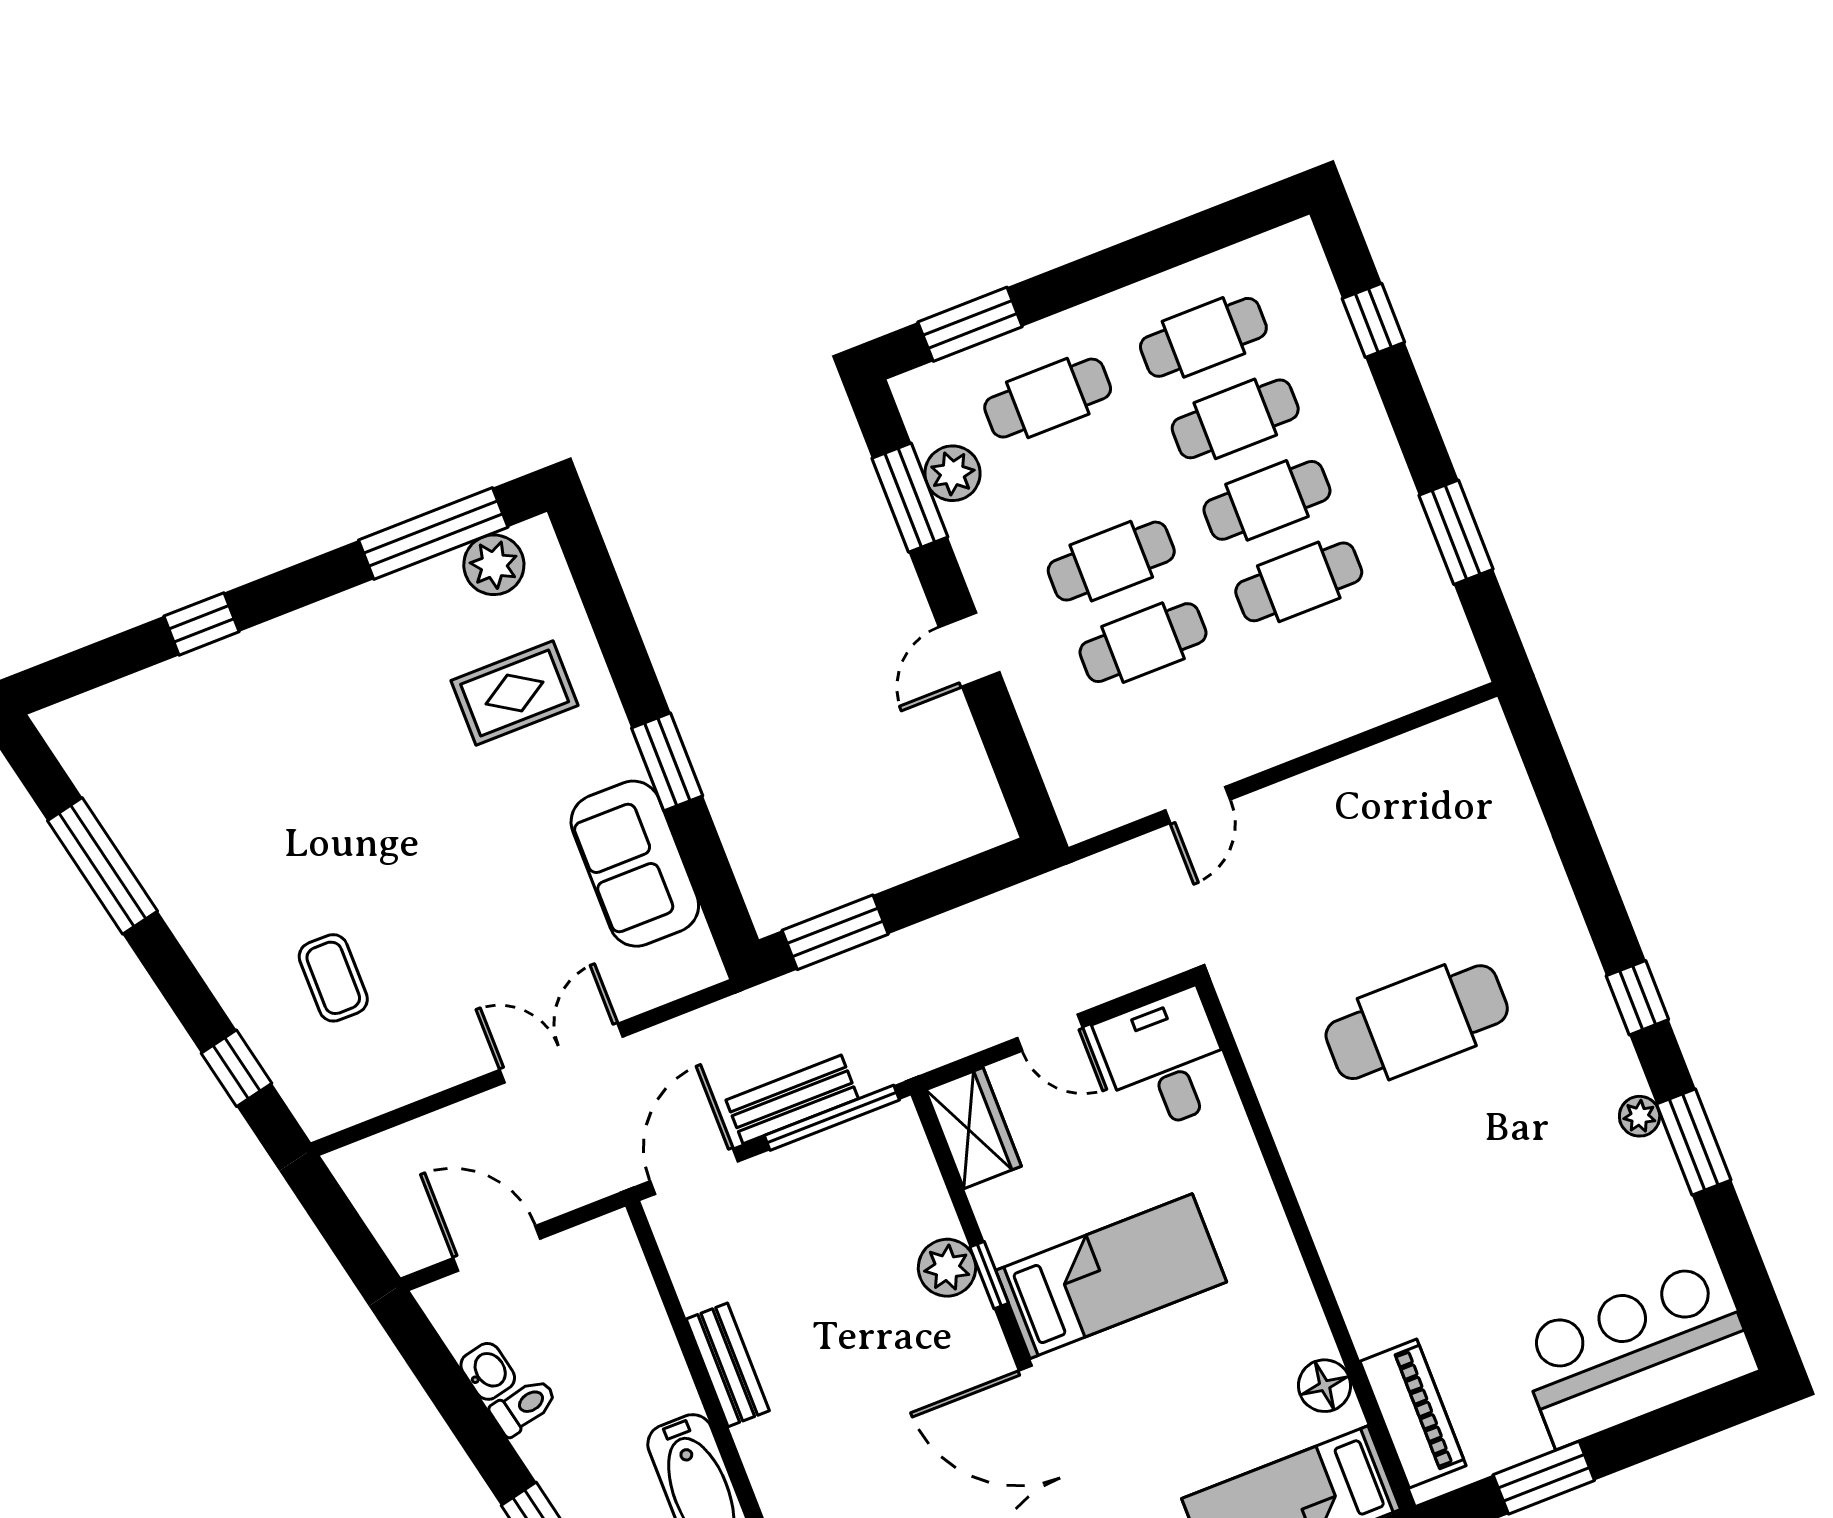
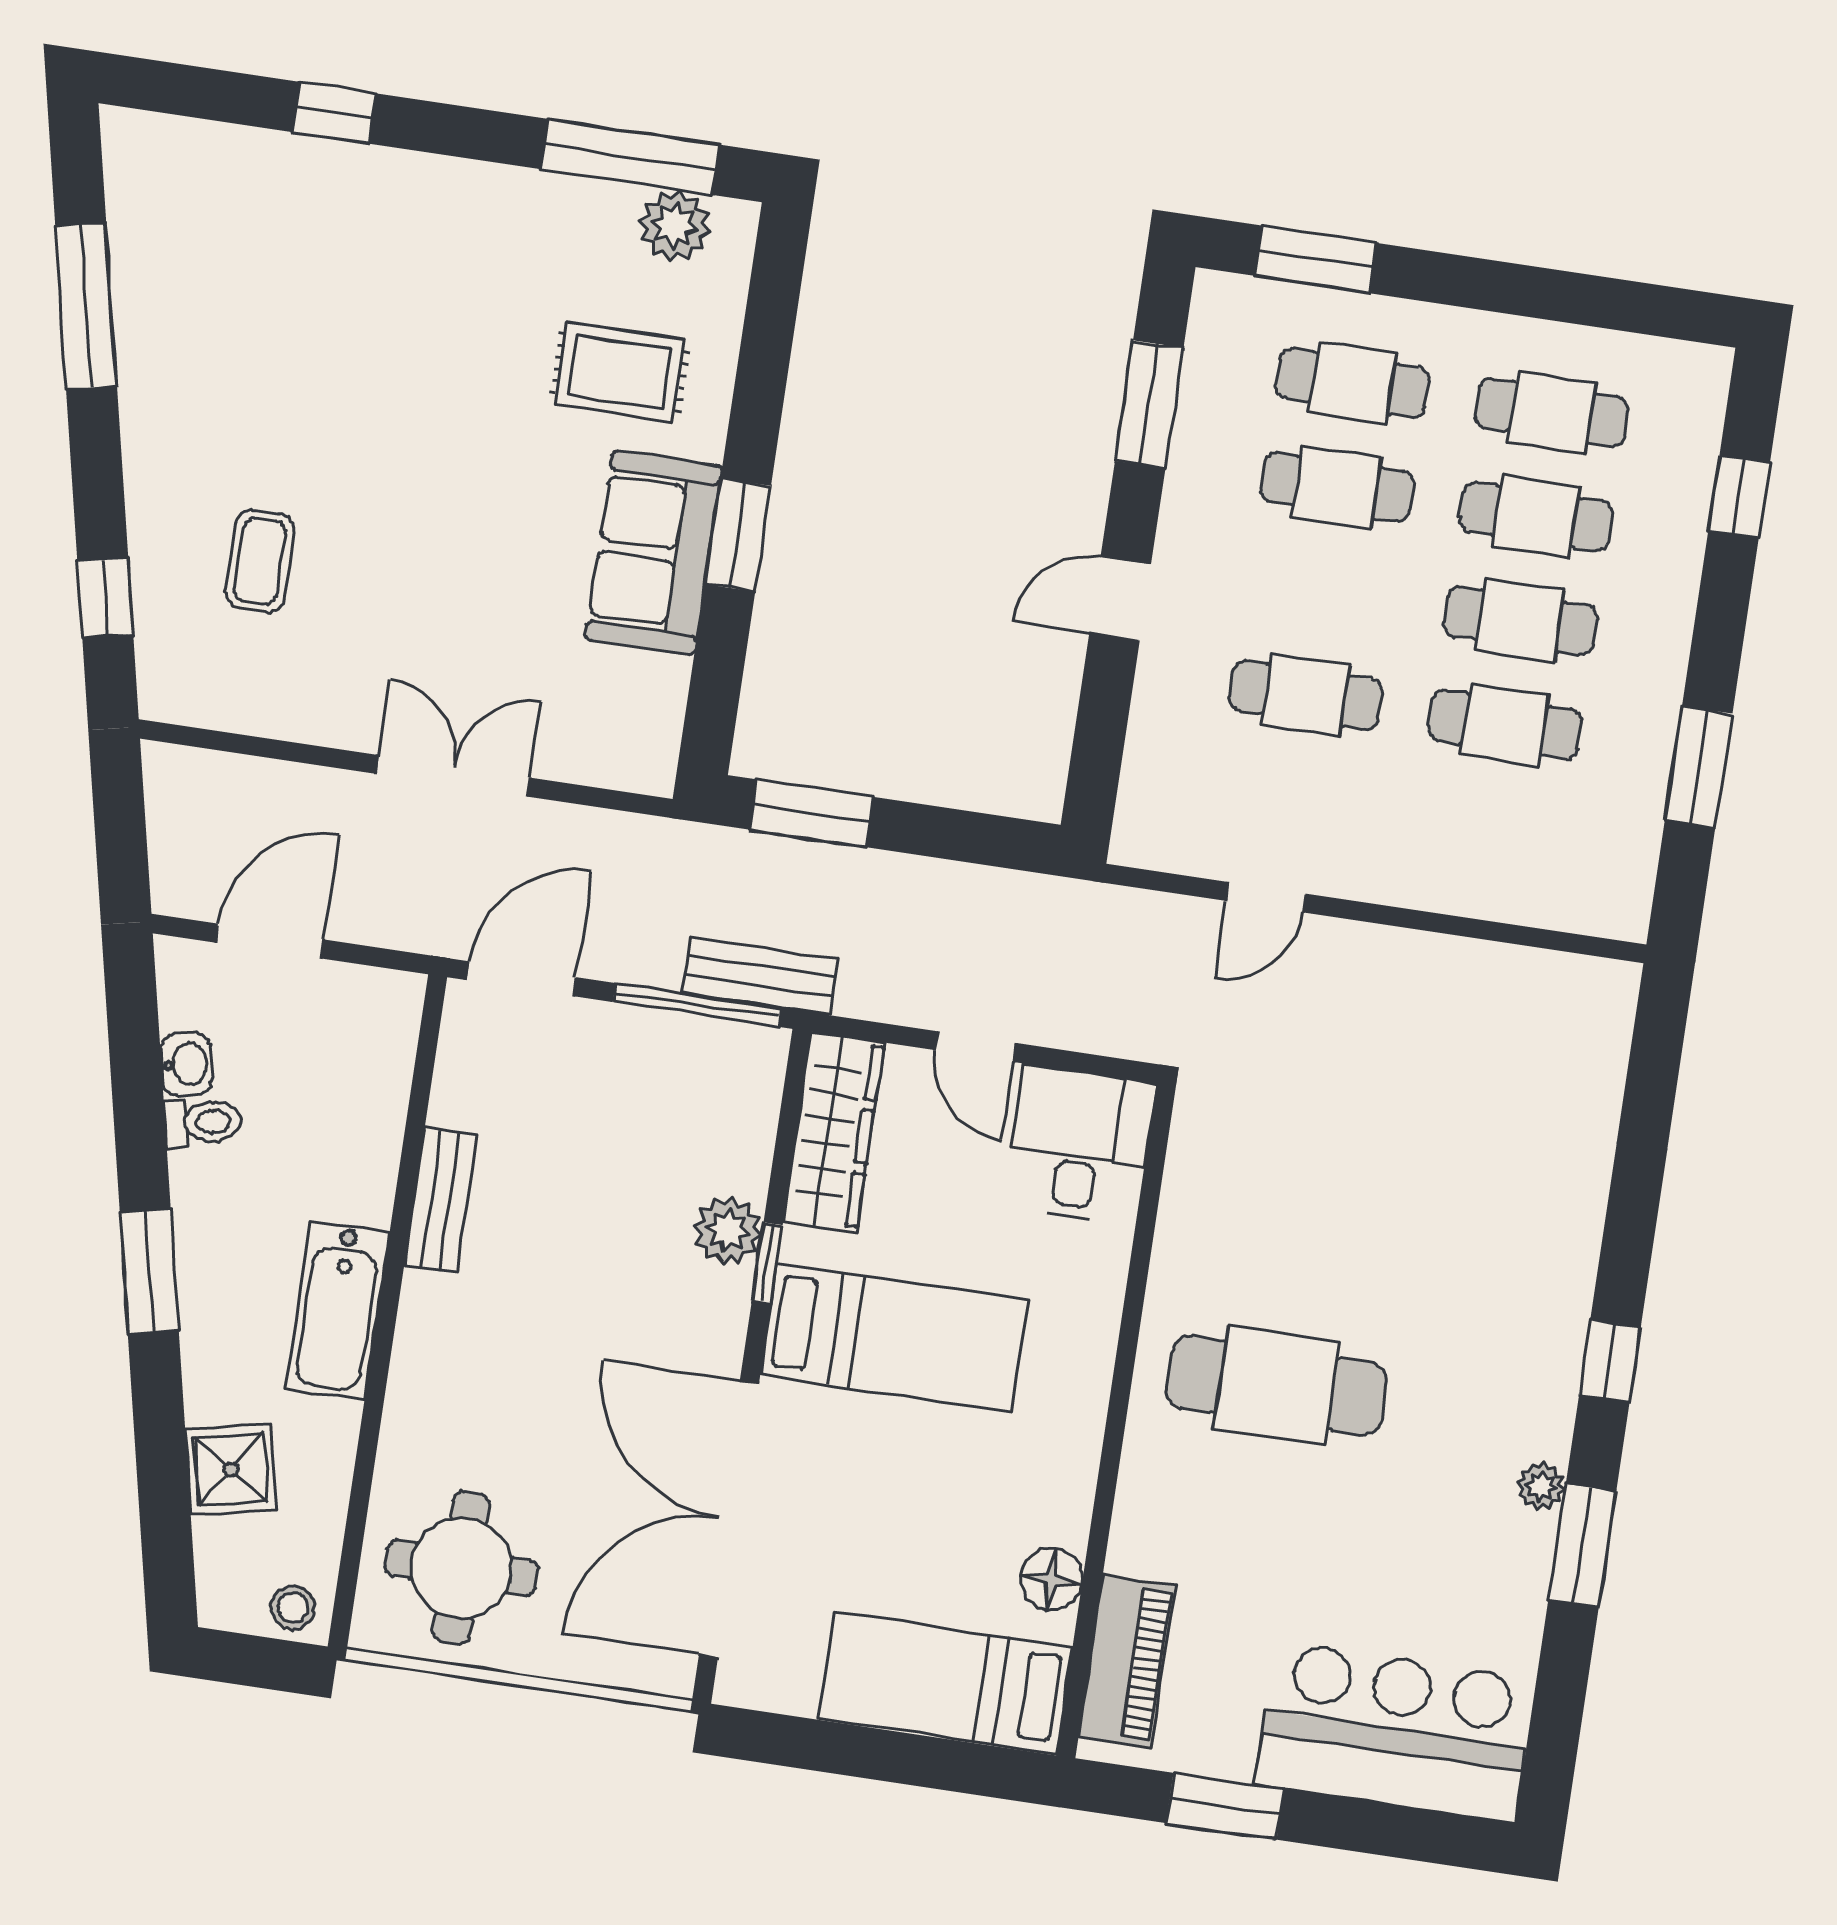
plant: (953, 473) -> (1208, 404), removed
cafe table: (1111, 561) -> (1337, 487), moved
sofa: (635, 864) -> (654, 553), moved
cafe table: (1417, 1022) -> (1277, 1386), moved
bench: (792, 1099) -> (760, 976), moved
wardrobe: (973, 1128) -> (834, 1132), width x1.50
door: (497, 1248) -> (269, 941), hinge flipped

